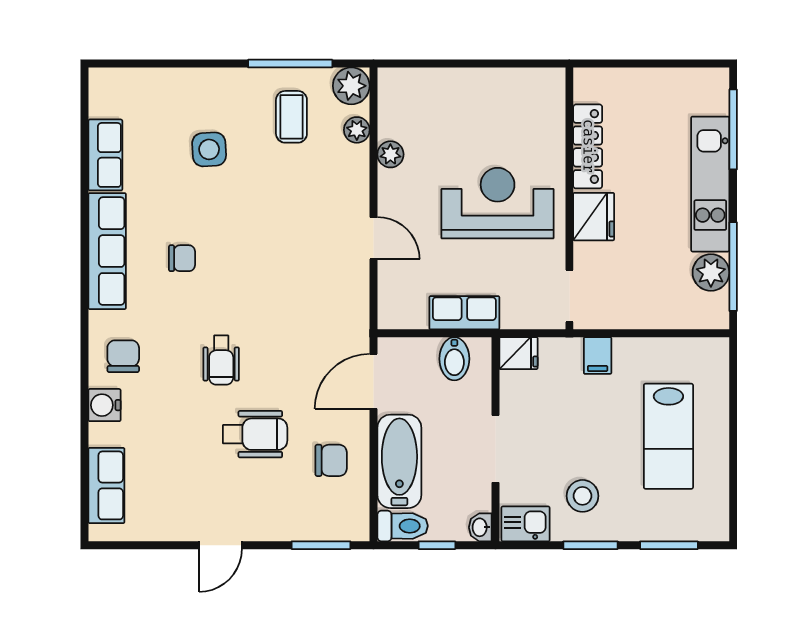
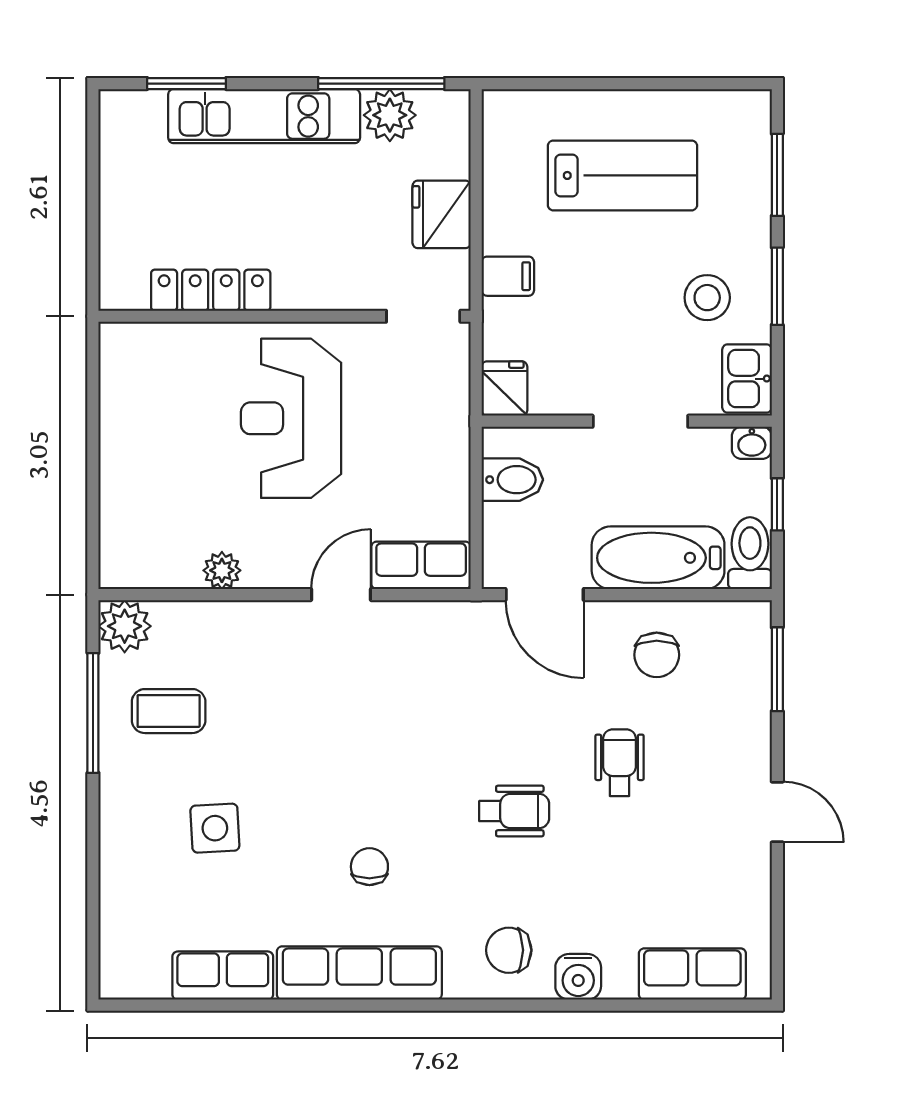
window: (733, 129) -> (187, 84), width x0.69
plant: (357, 130) -> (187, 618), removed
fridge: (594, 217) -> (442, 214), moved, turned -90
row of seats: (464, 313) -> (421, 565), moved, turned 90
wheelchair: (255, 434) -> (620, 763), width x0.73, depth x0.73
chair: (331, 460) -> (657, 655), turned 180

